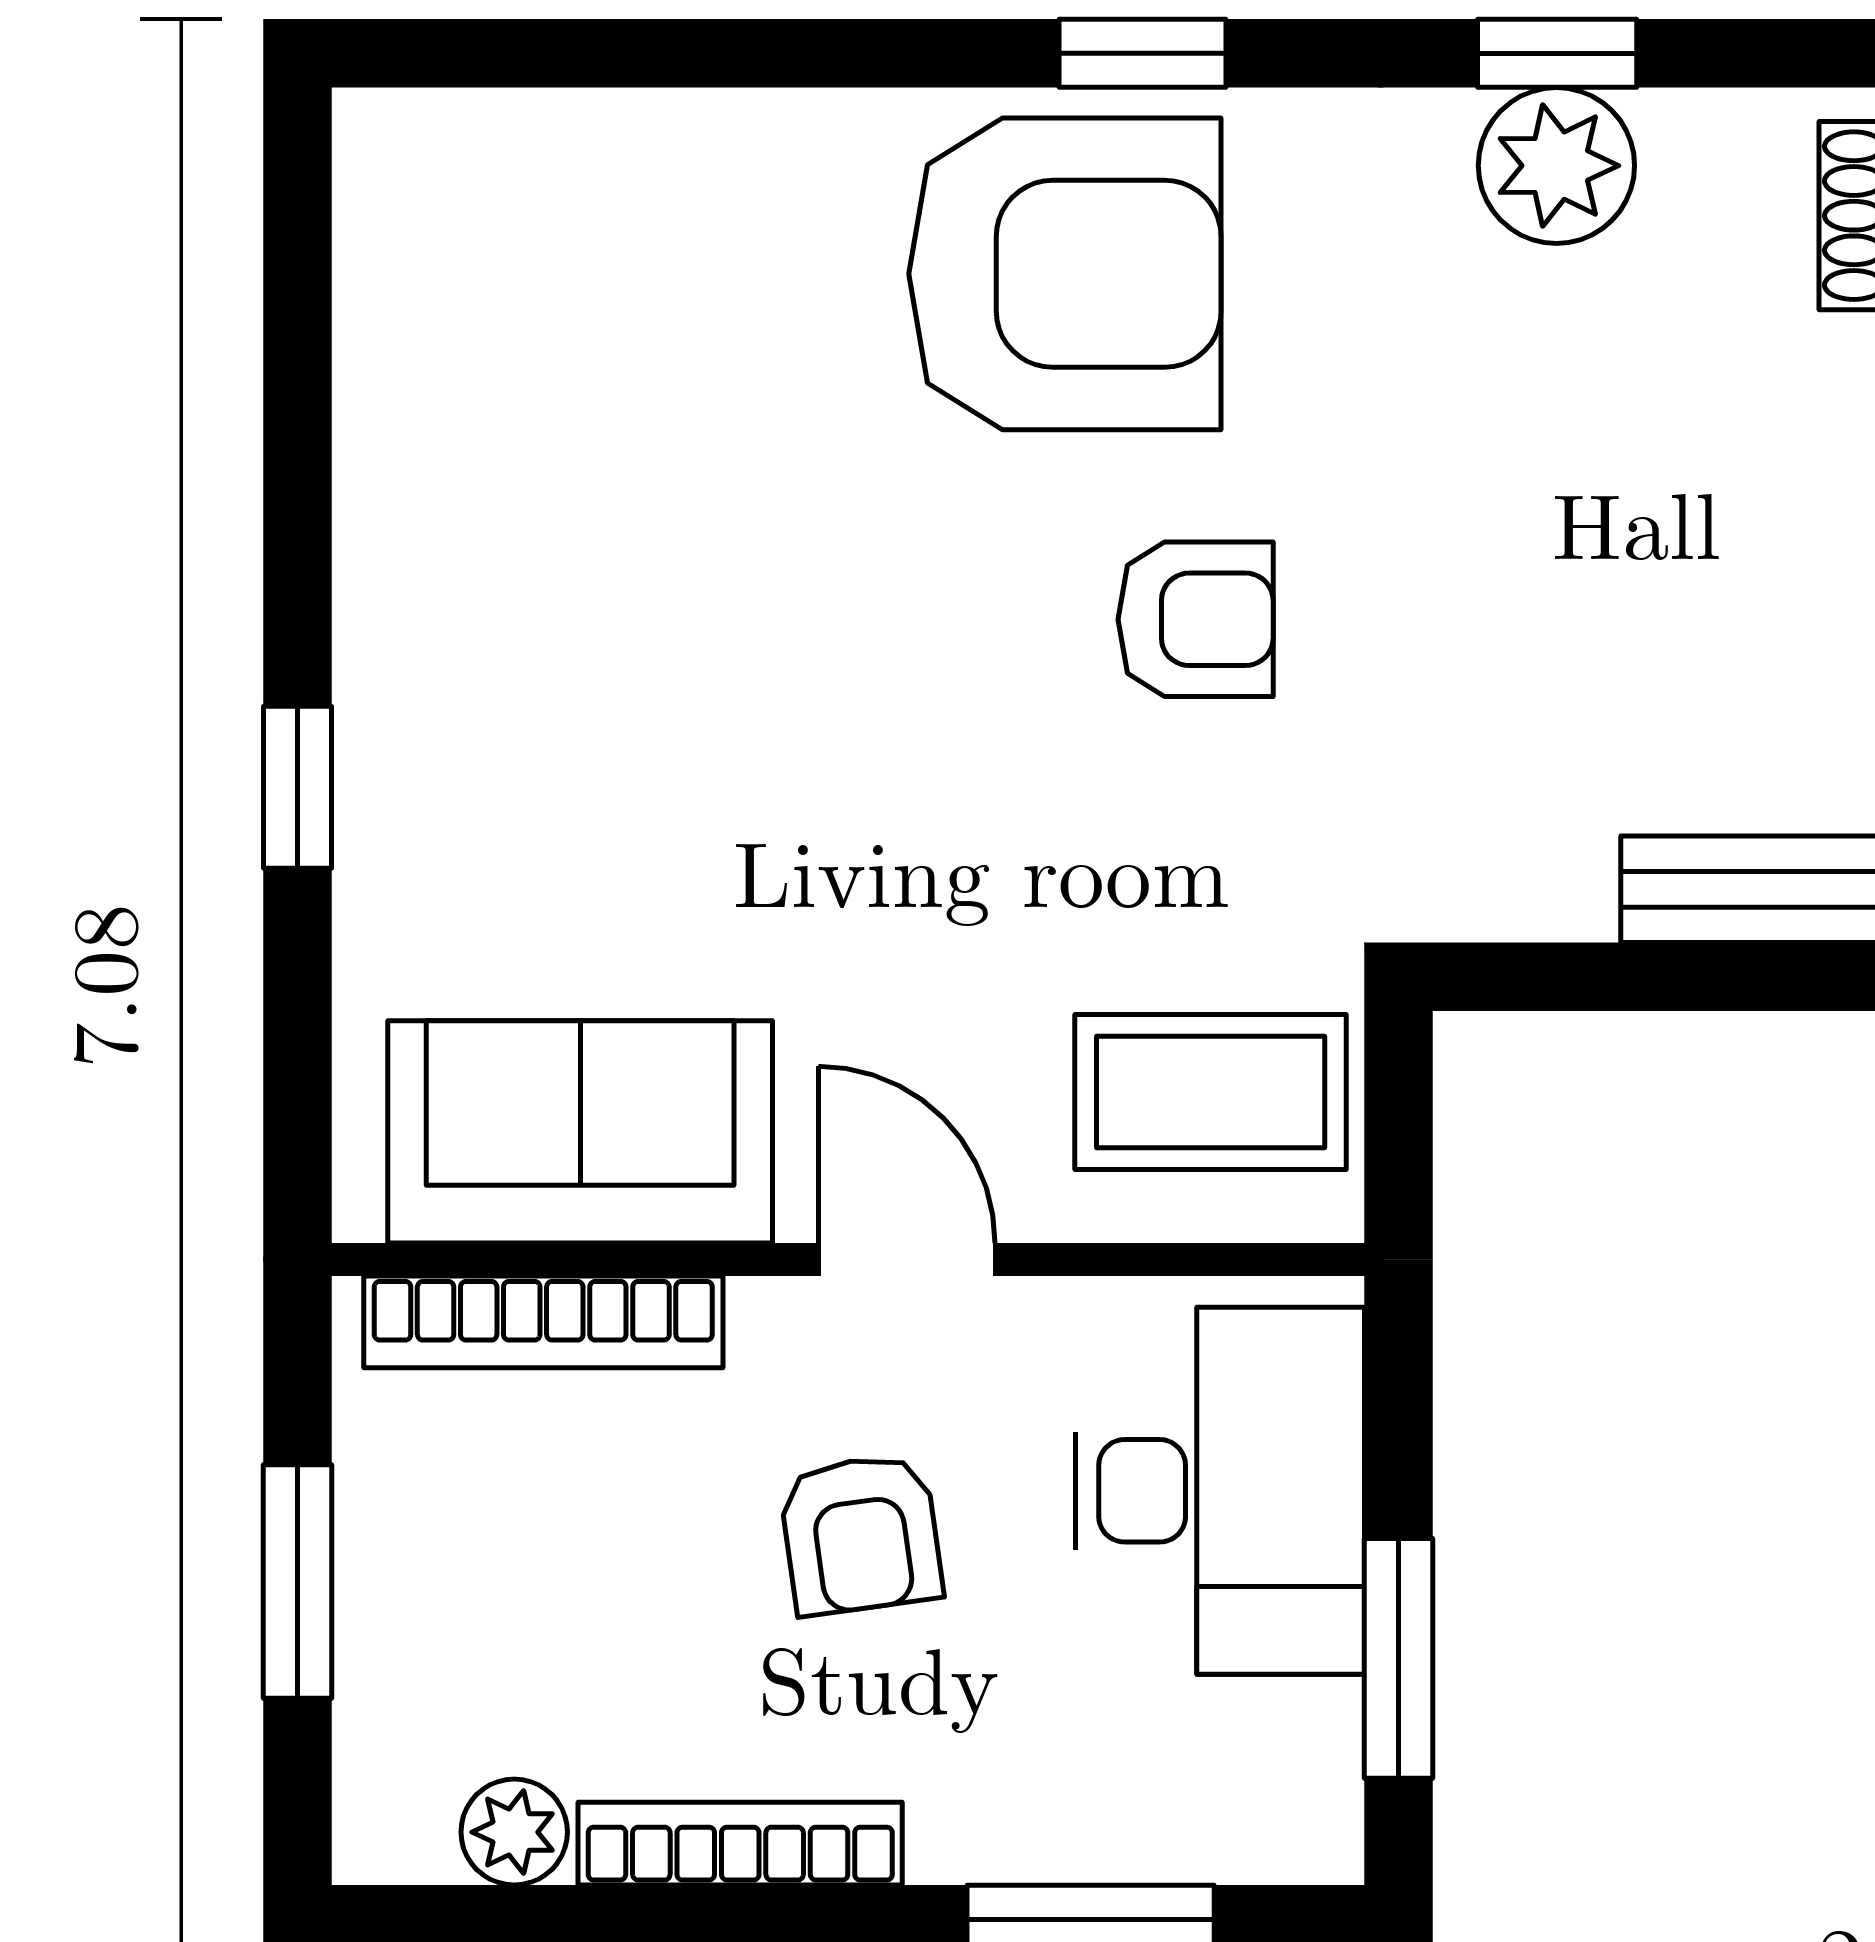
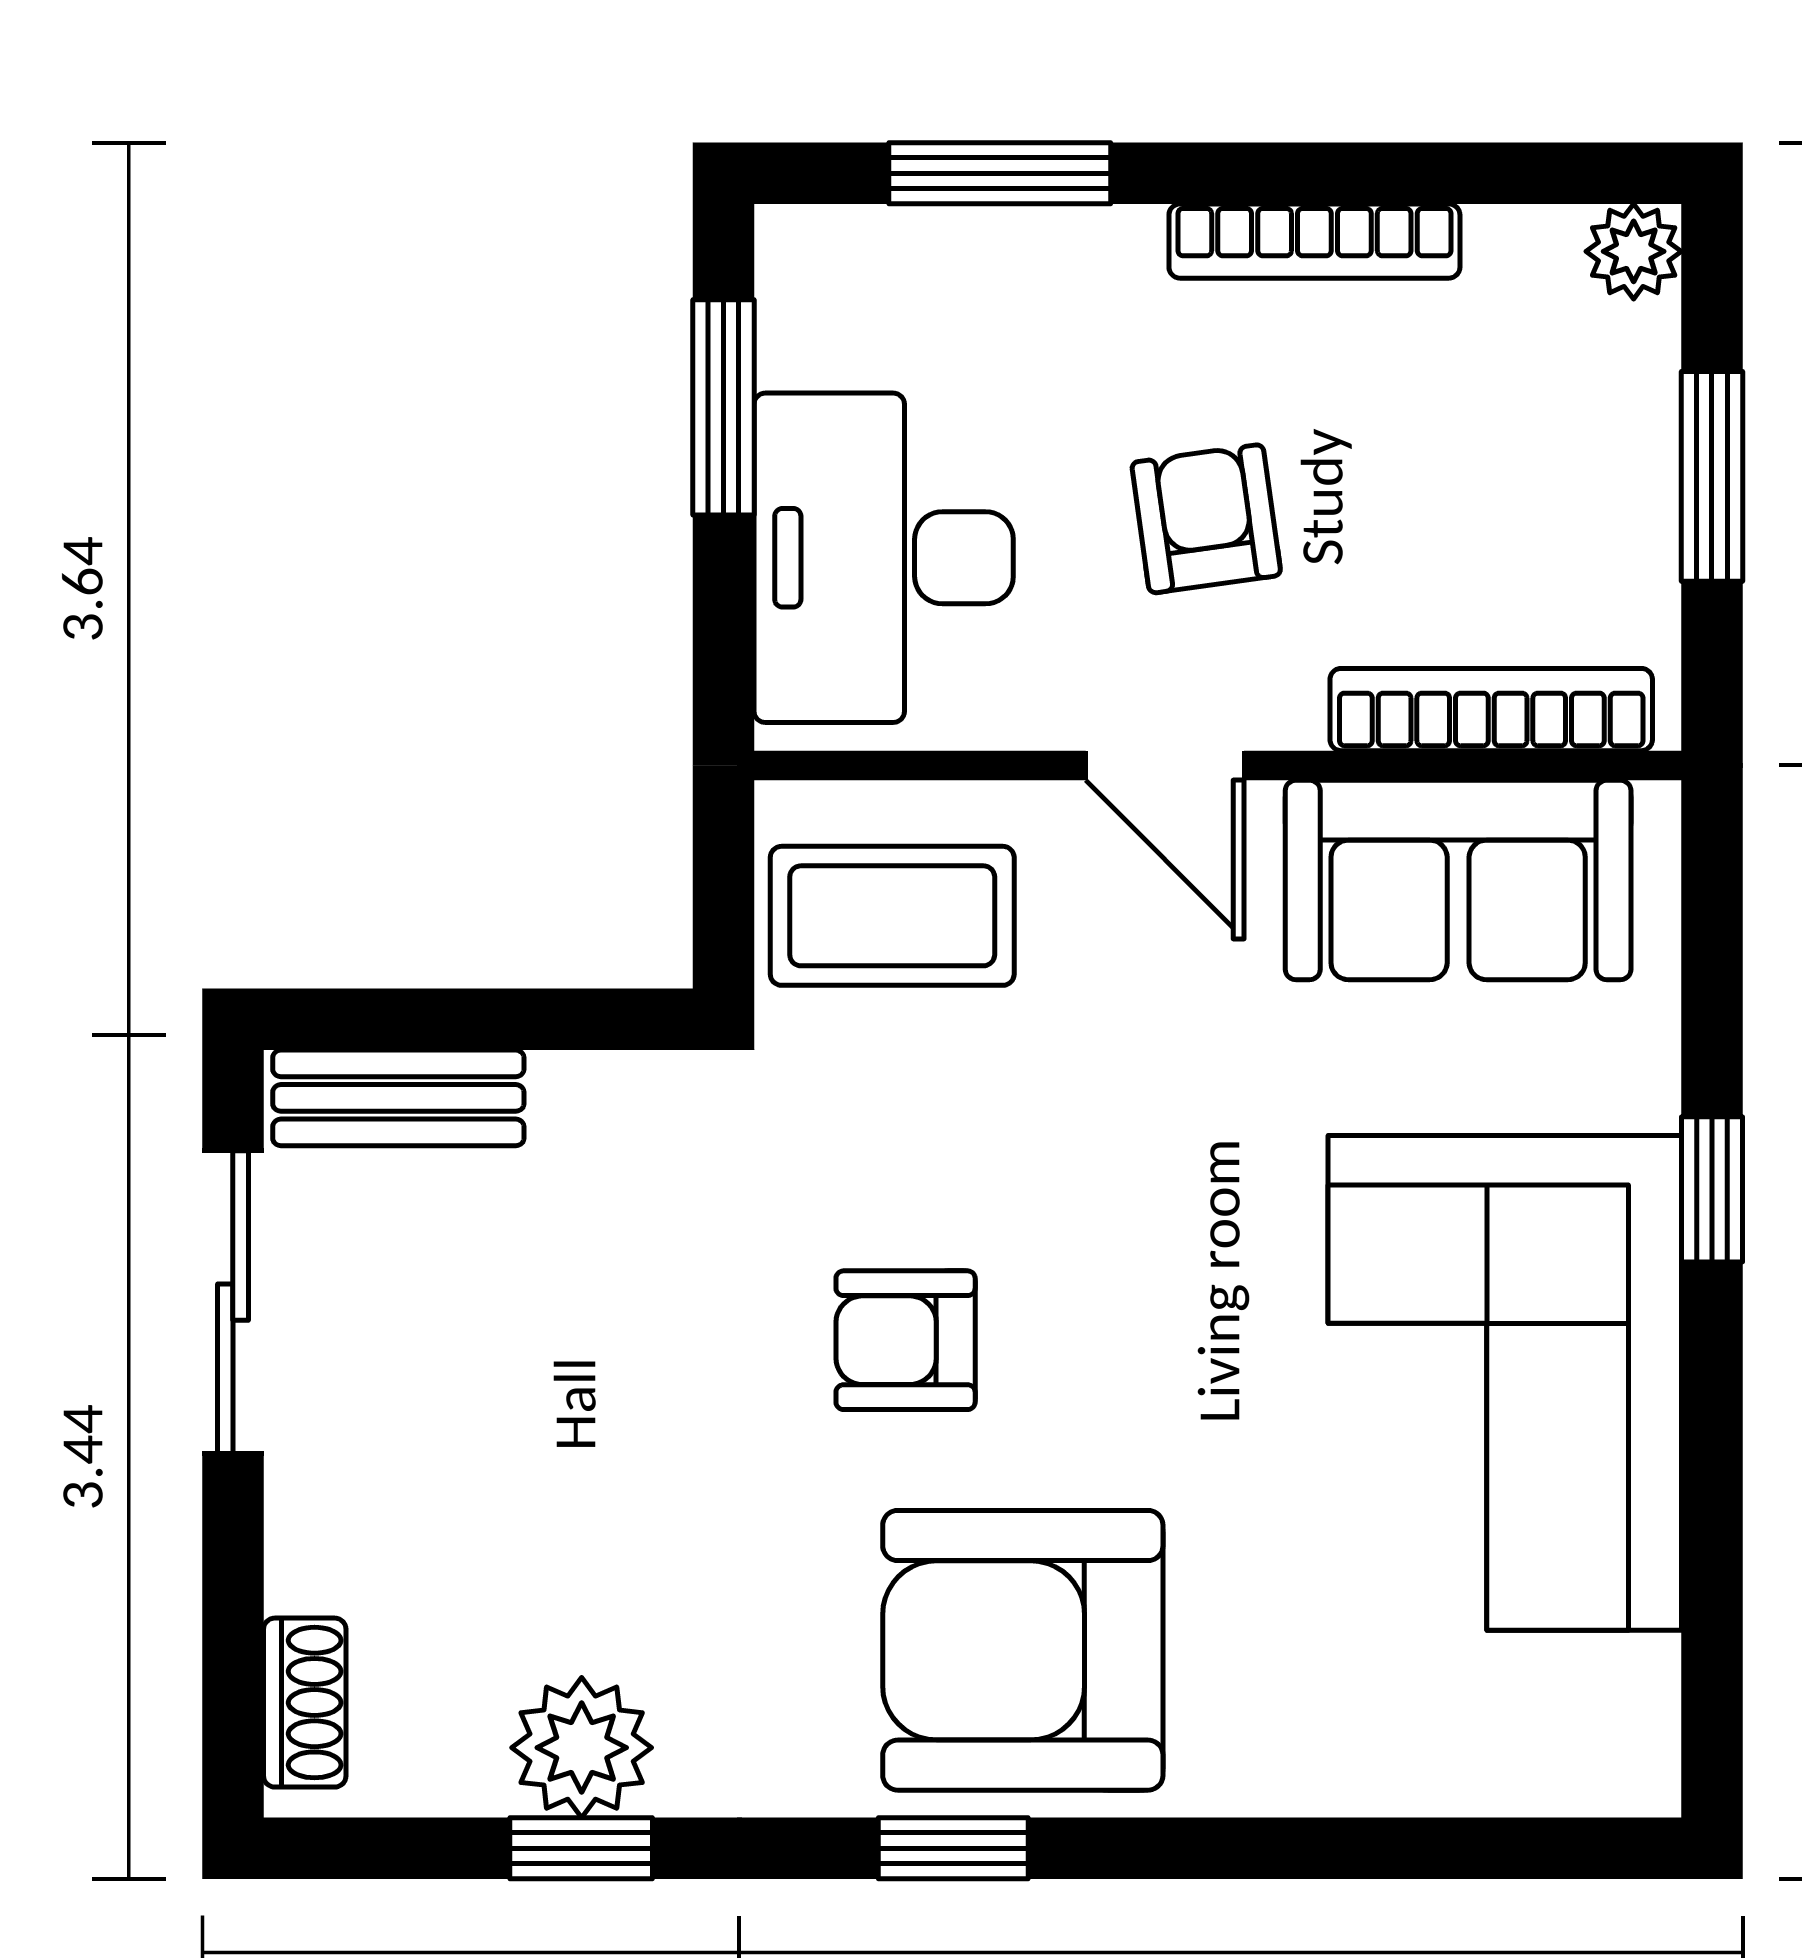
corner sofa: (528, 572) -> (1505, 1383), added
plant: (514, 1832) -> (1634, 251), moved

